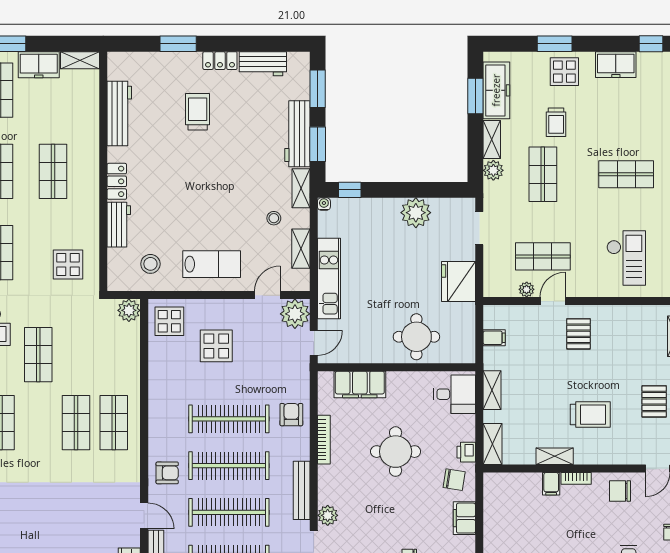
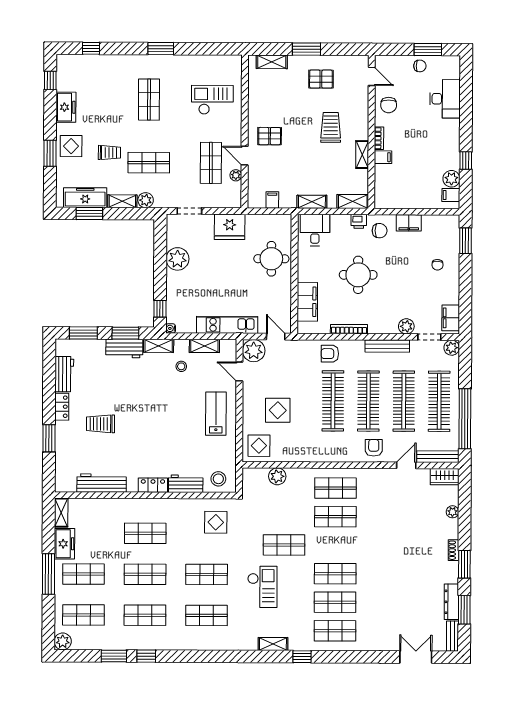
workbench: (297, 134) -> (124, 348), width x0.73
stool: (150, 264) -> (218, 479), moved
plant: (129, 310) -> (277, 476), moved
chair: (454, 480) -> (380, 231), turned 81

